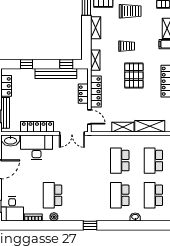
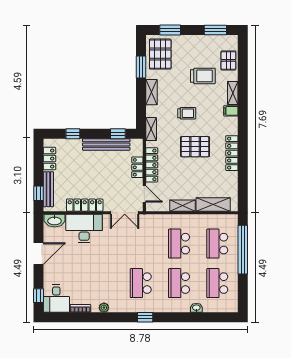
trolley: (130, 11) -> (203, 76), moved
pallet: (134, 75) -> (195, 147), turned 90
school desk: (53, 195) -> (141, 283), moved

